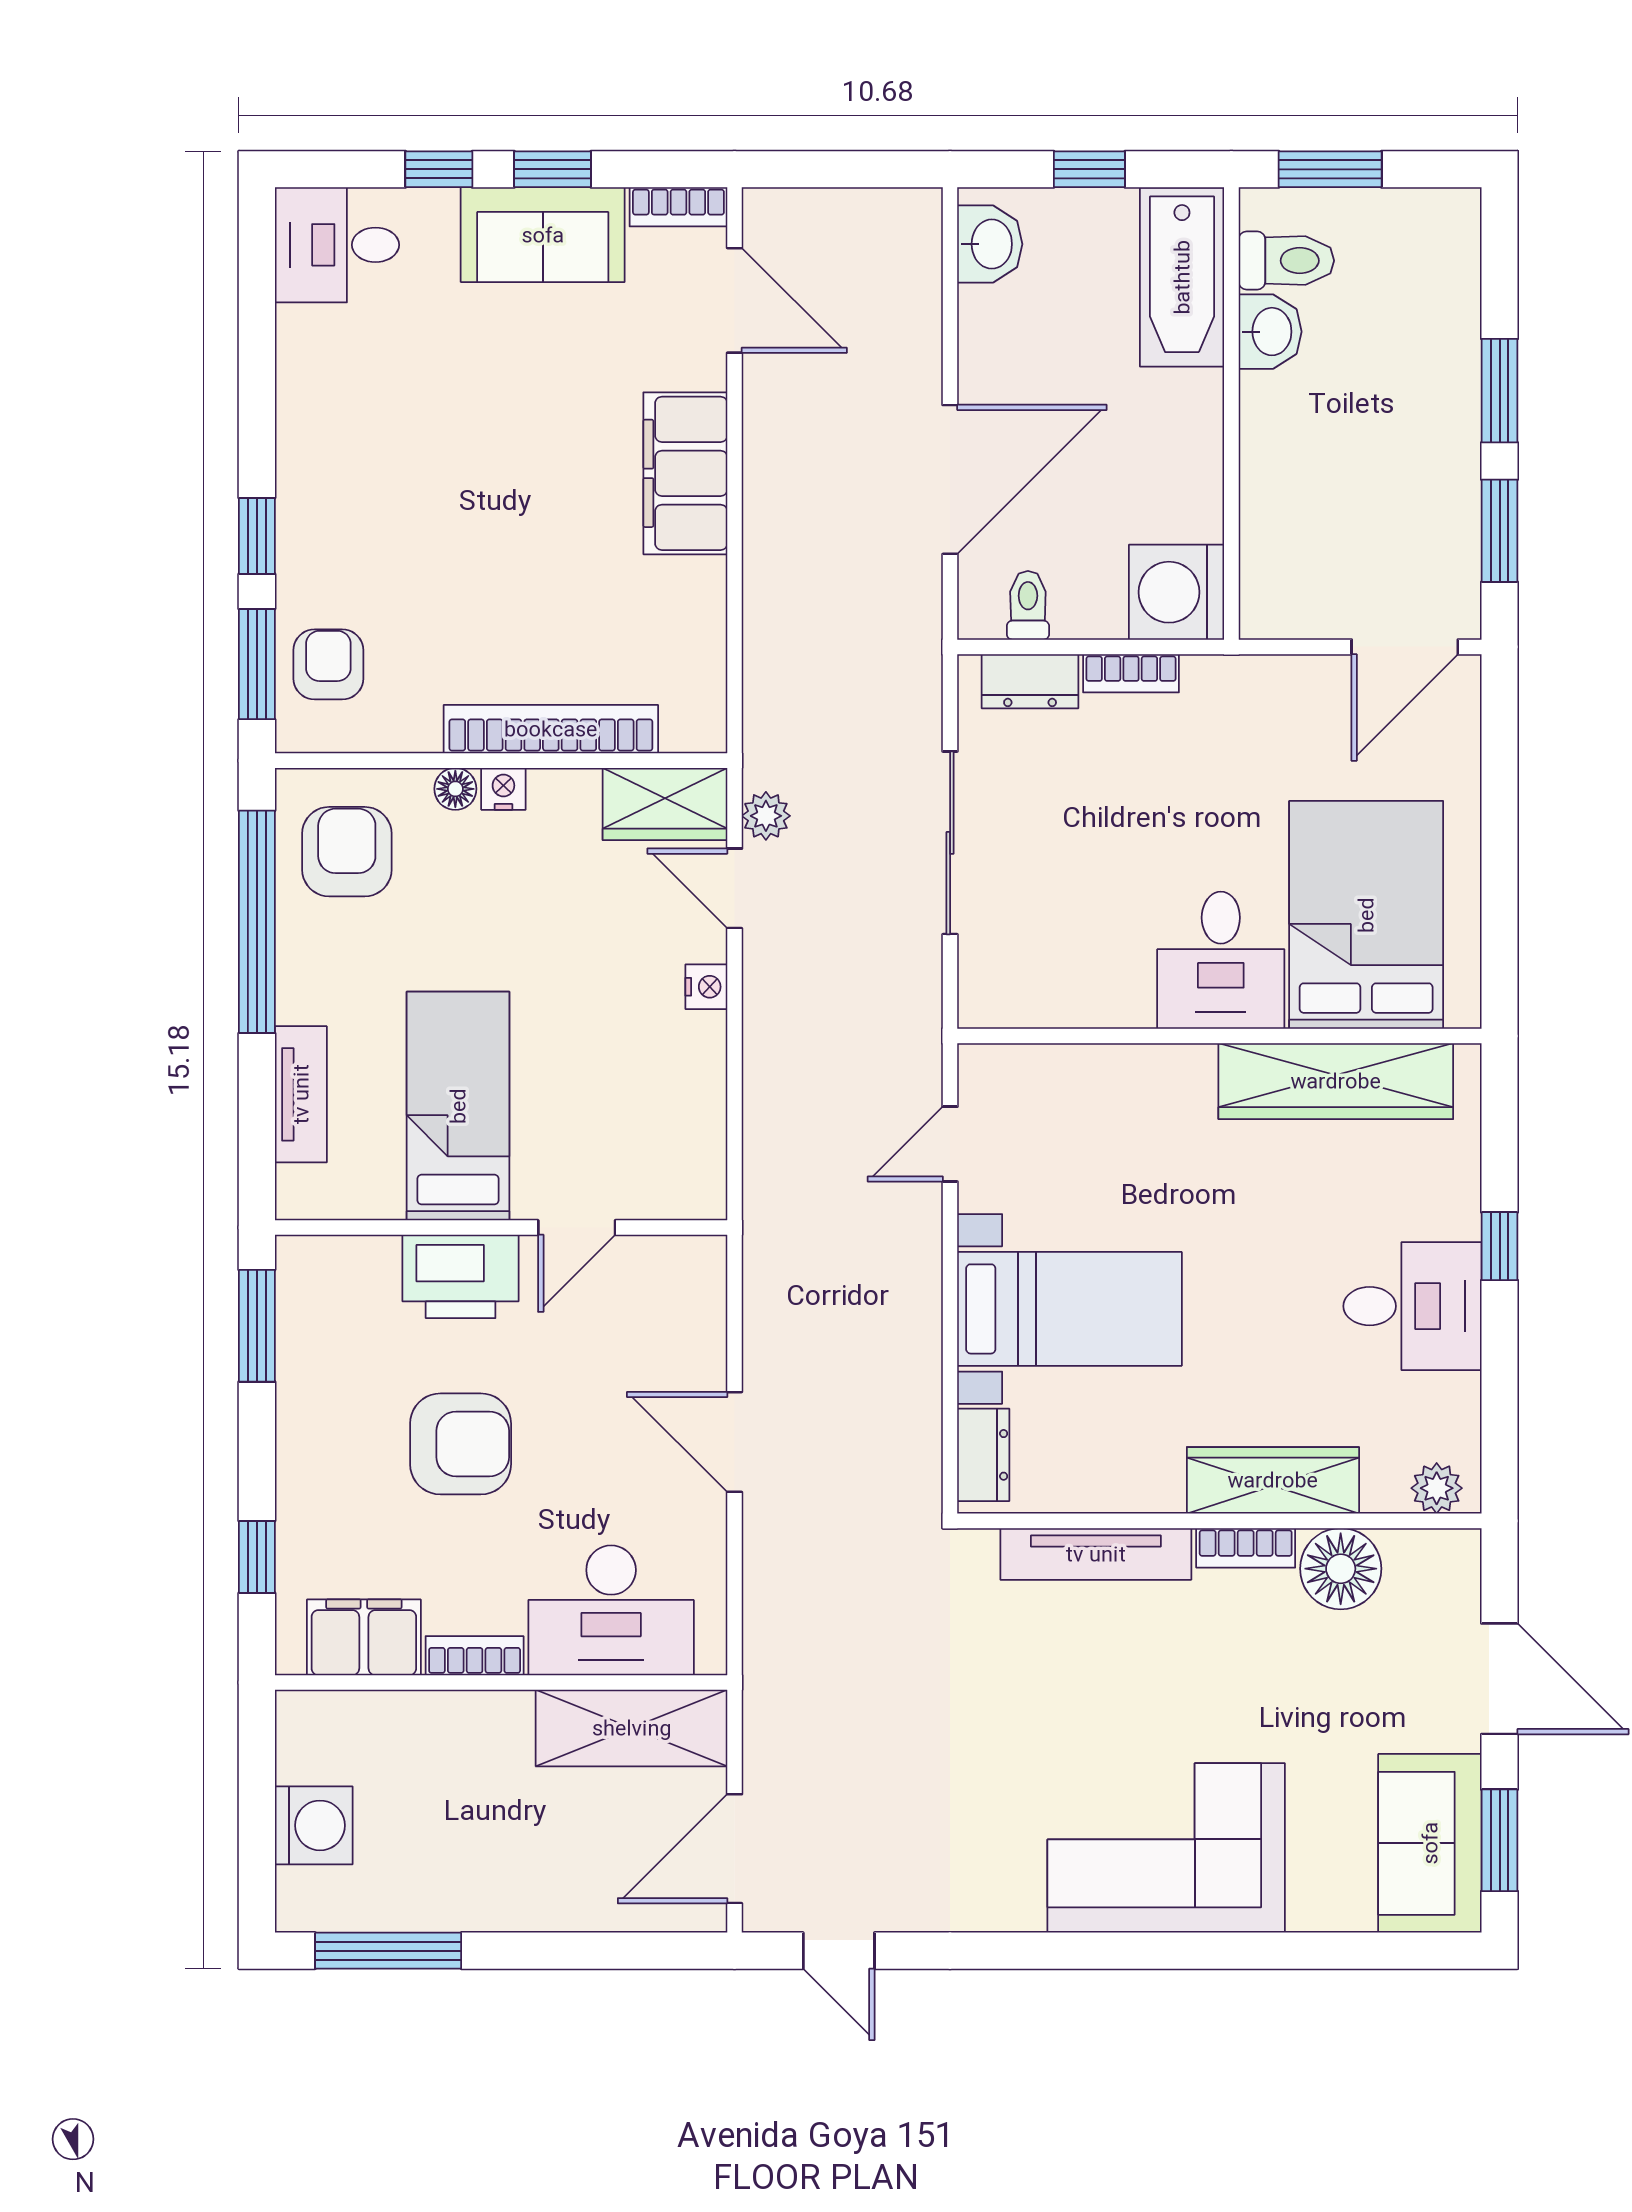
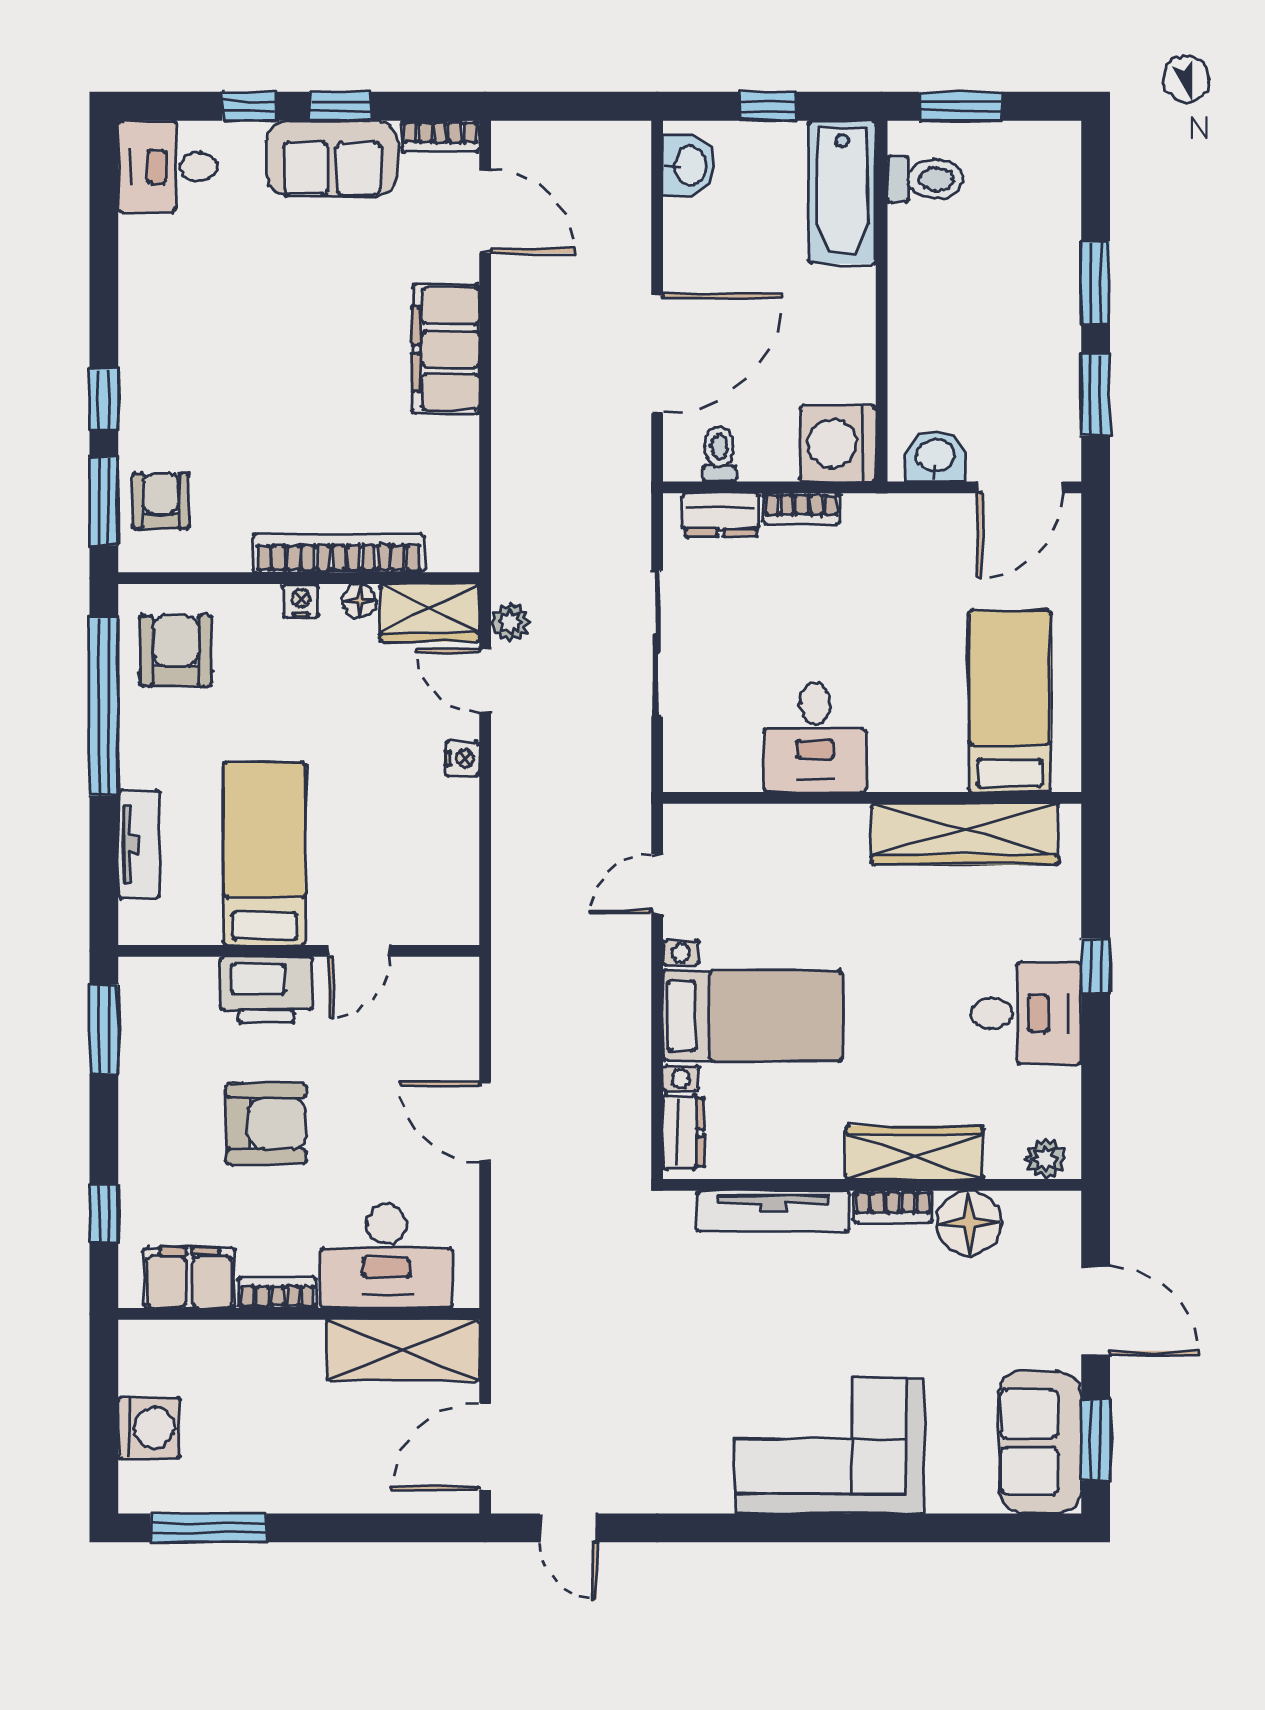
washbasin: (1270, 332) -> (935, 457), moved, turned -90
floor lamp: (455, 789) -> (359, 601), moved
bed: (1366, 915) -> (1010, 701), width x0.67
desk: (1221, 960) -> (815, 737), moved

